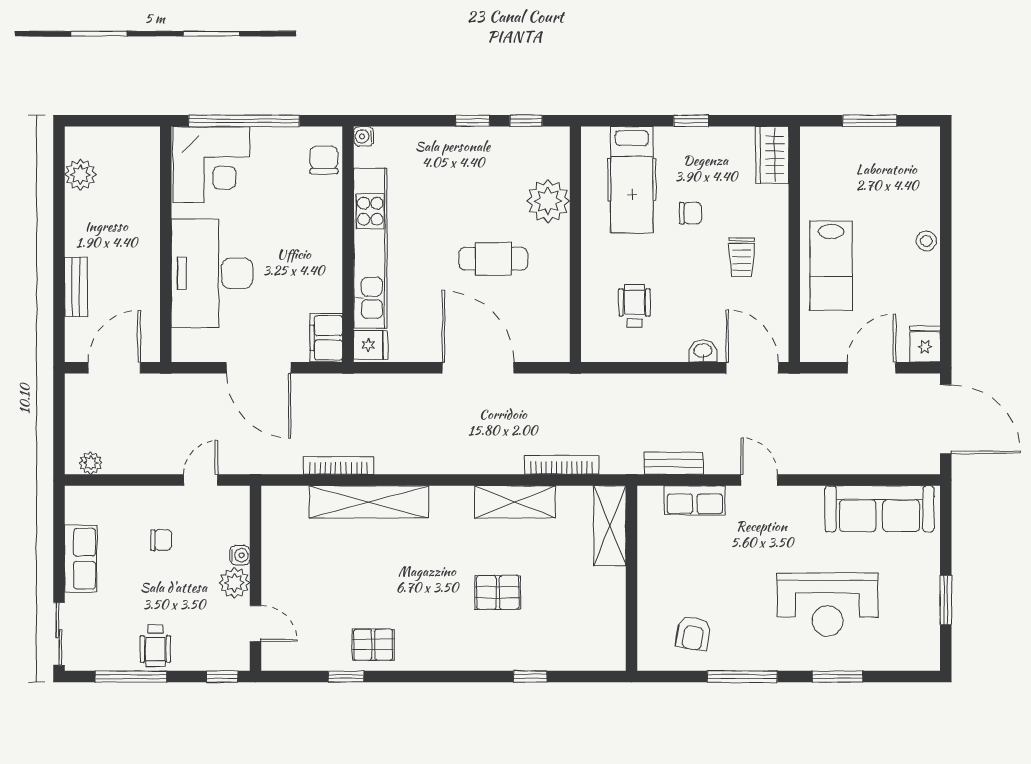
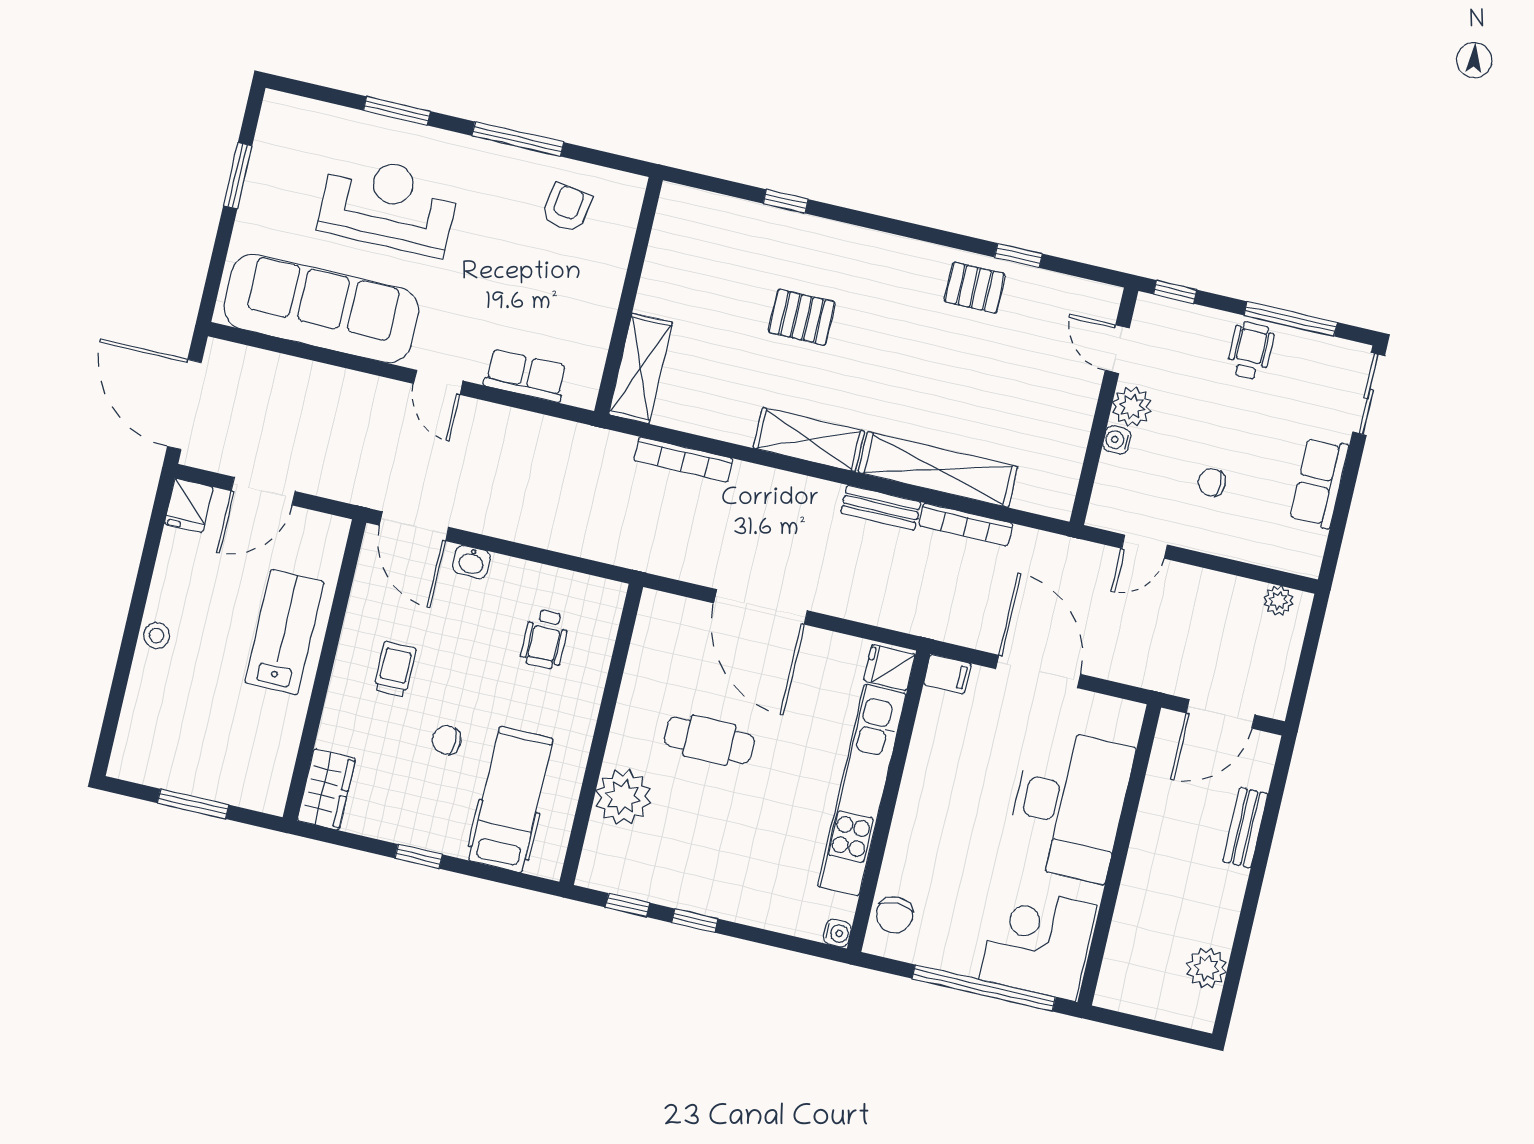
filing cabinet: (326, 338) -> (947, 674), width x0.50
bench: (674, 463) -> (881, 508), moved
shelving: (515, 502) -> (809, 440), moved
sofa: (879, 509) -> (321, 308), width x1.36, depth x1.27

